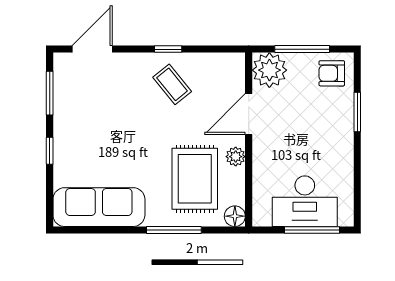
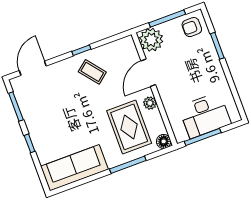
window: (312, 230) -> (203, 137), moved

